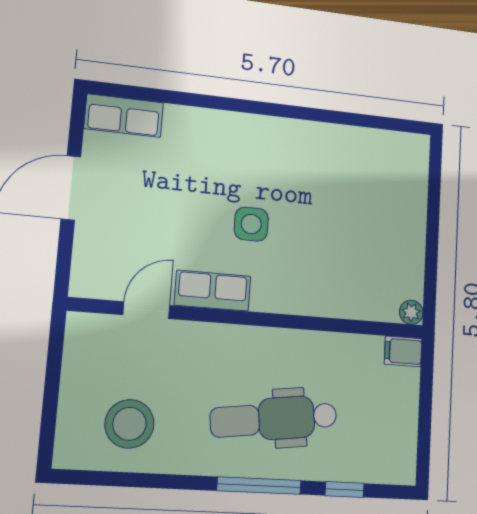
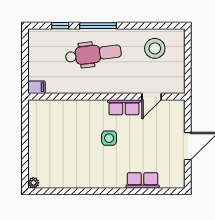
row of seats: (124, 116) -> (143, 180), moved
plant: (411, 312) -> (33, 183), moved

